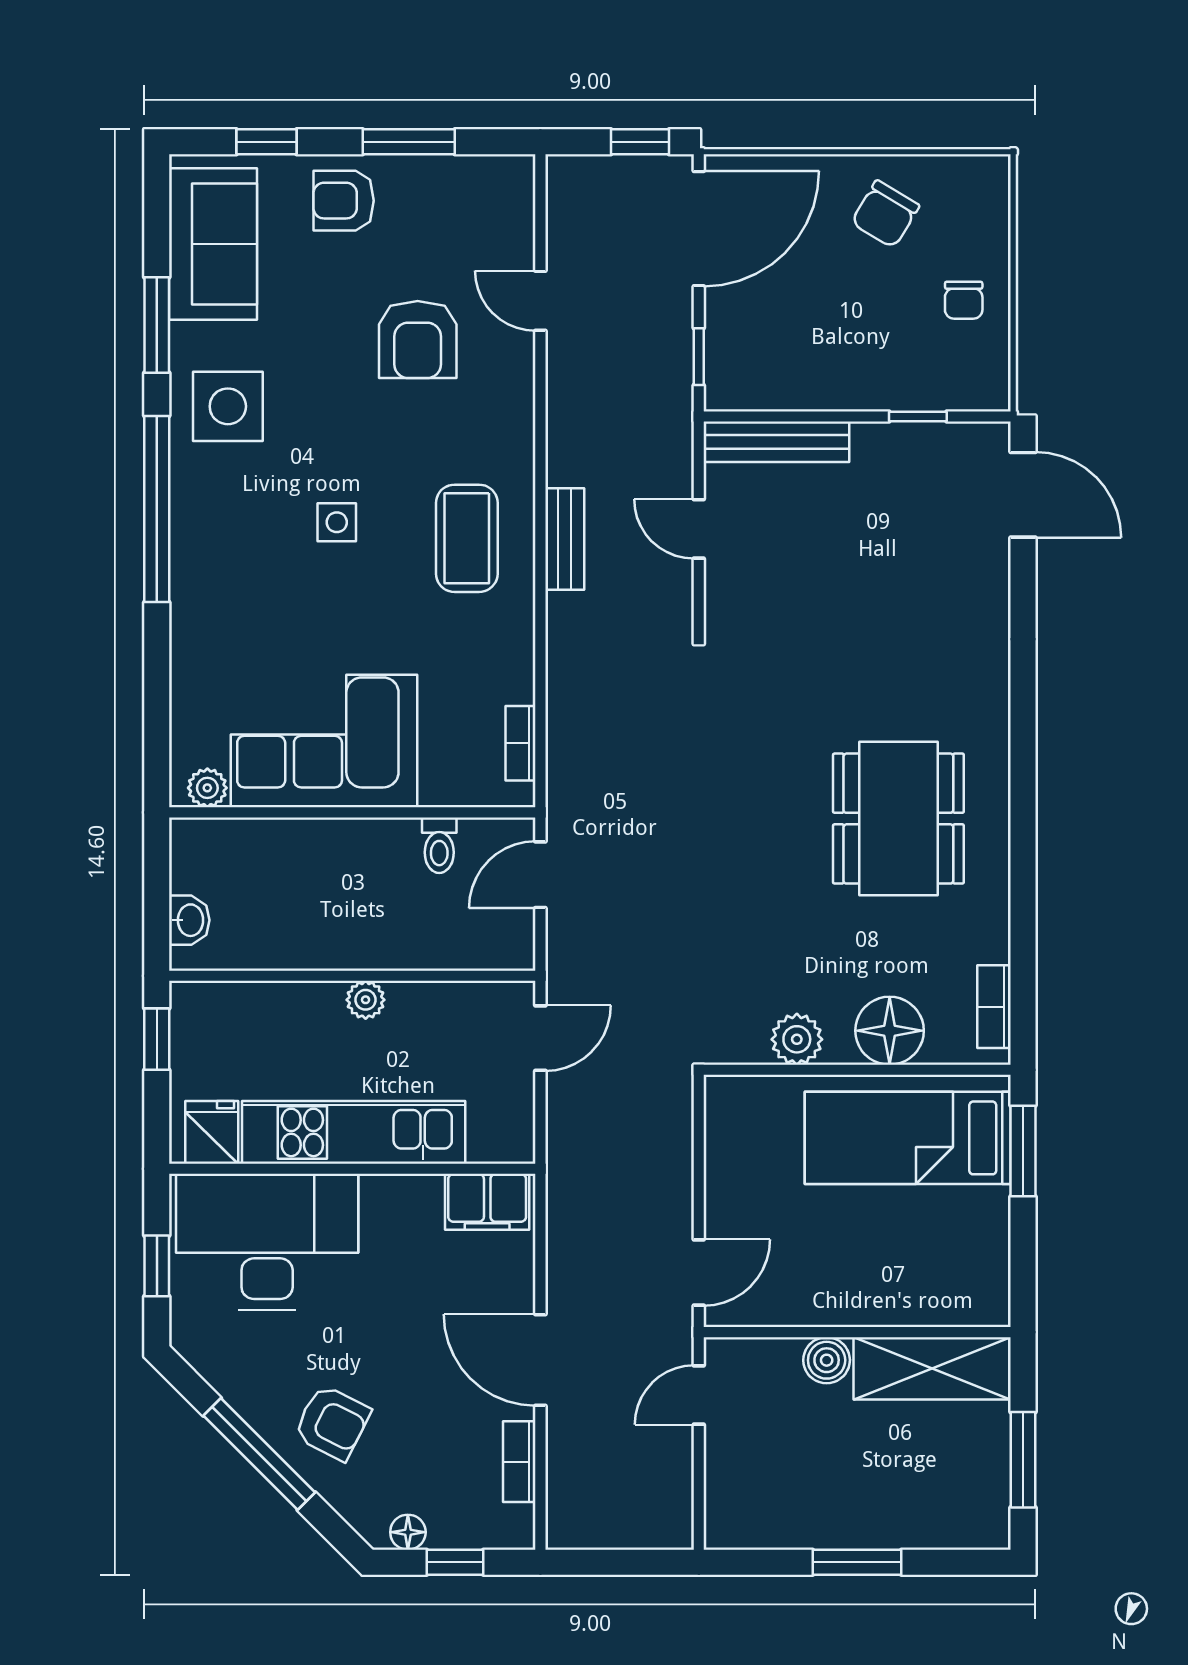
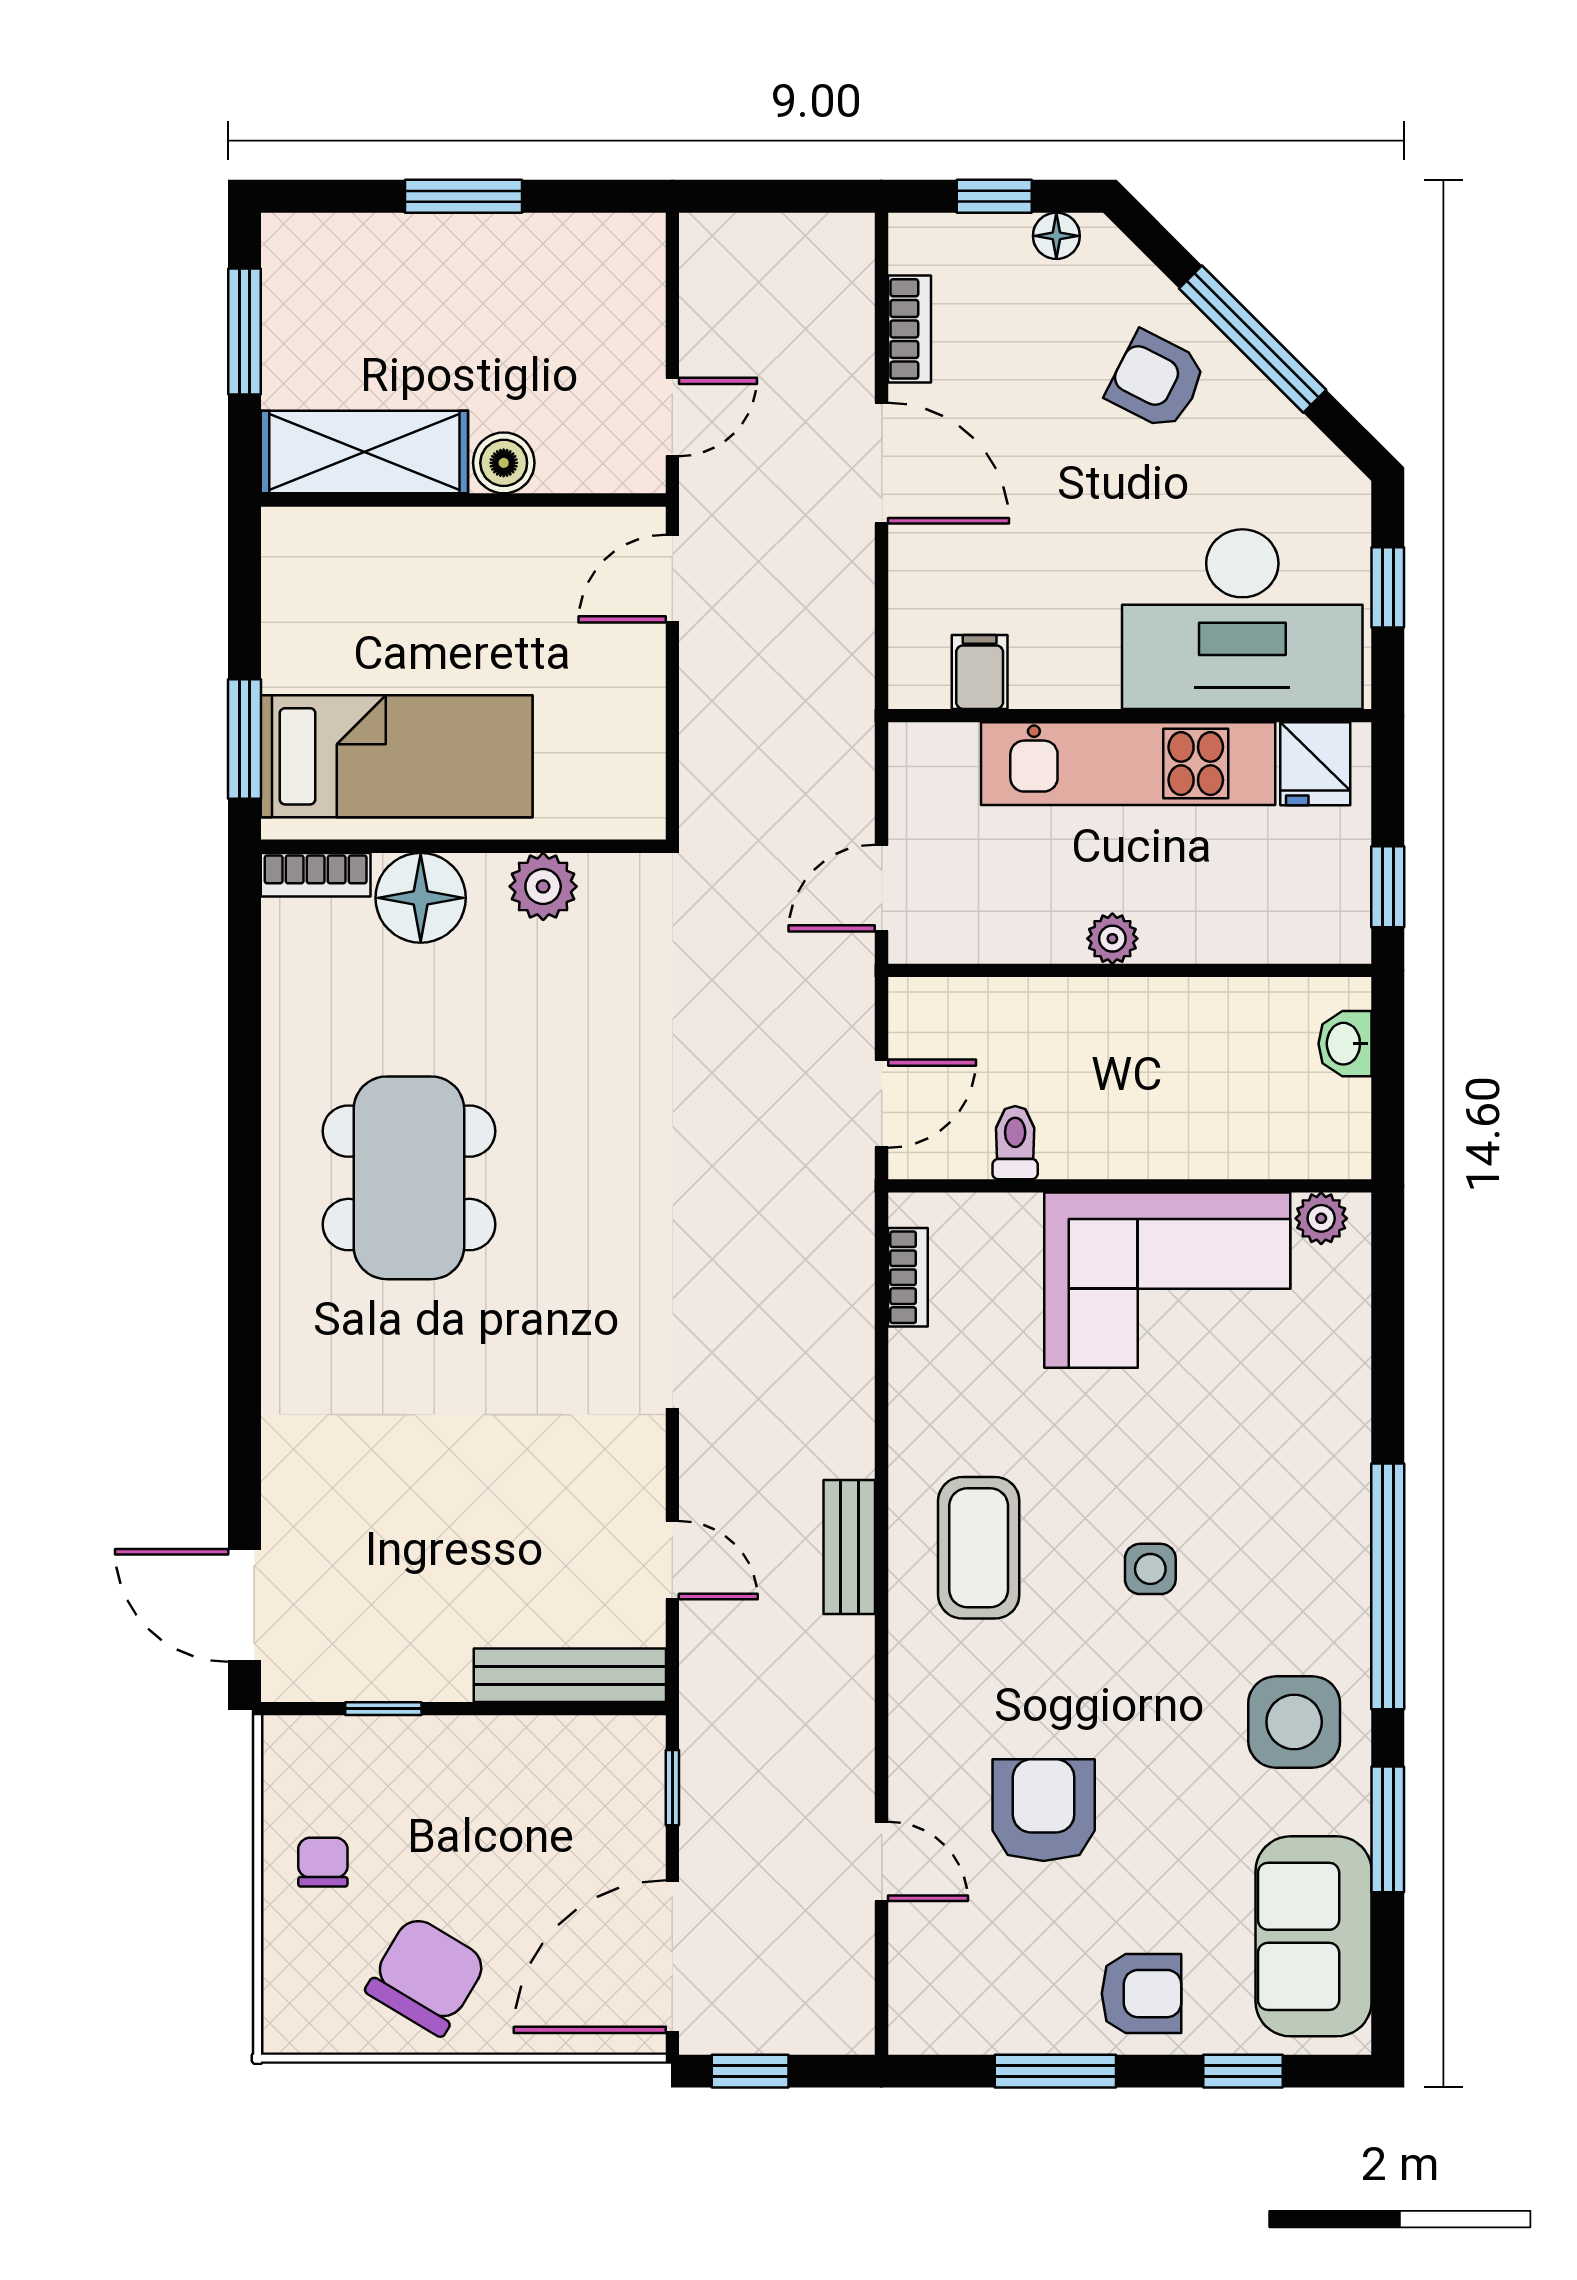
chair: (885, 214) -> (426, 1976), width x1.37, depth x1.37
bookcase: (994, 1007) -> (316, 875), moved, turned 90
filing cabinet: (487, 1202) -> (980, 672), width x0.50

